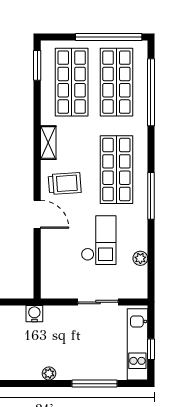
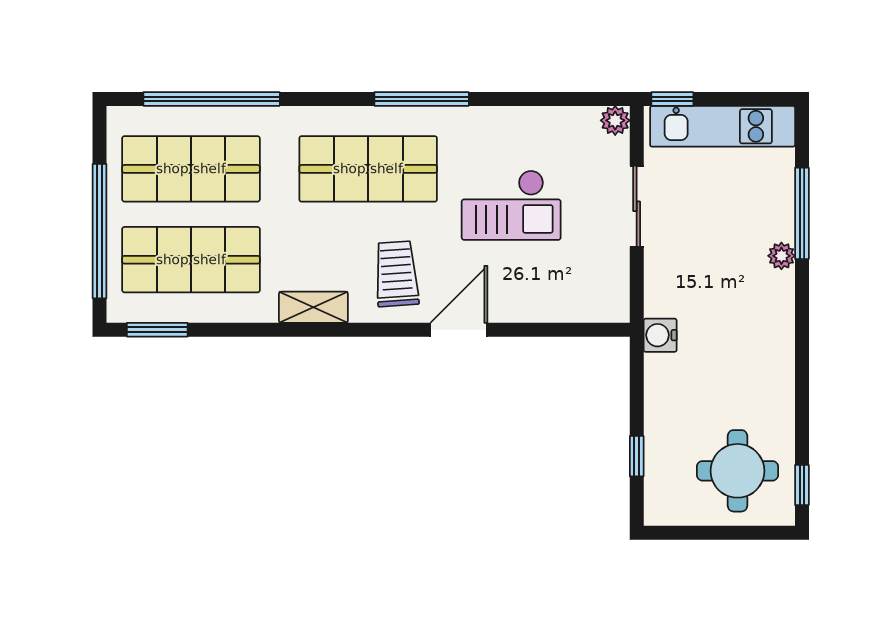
window: (109, 37) -> (100, 231), moved
checkout: (99, 240) -> (511, 205), turned 180
plant: (140, 258) -> (615, 120), moved
window: (151, 349) -> (672, 99), moved
plant: (49, 373) -> (781, 256), moved

